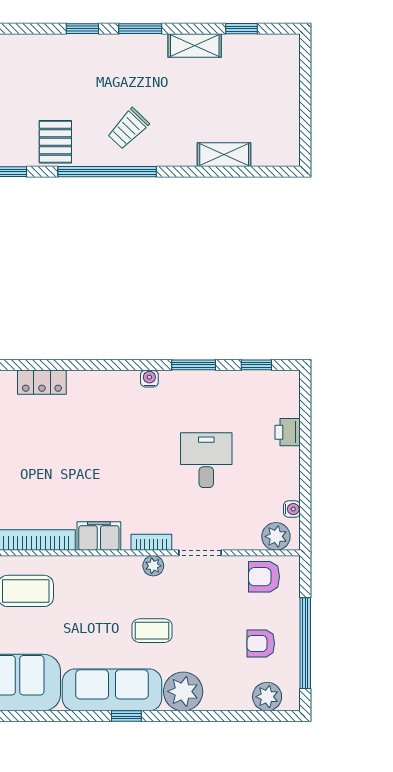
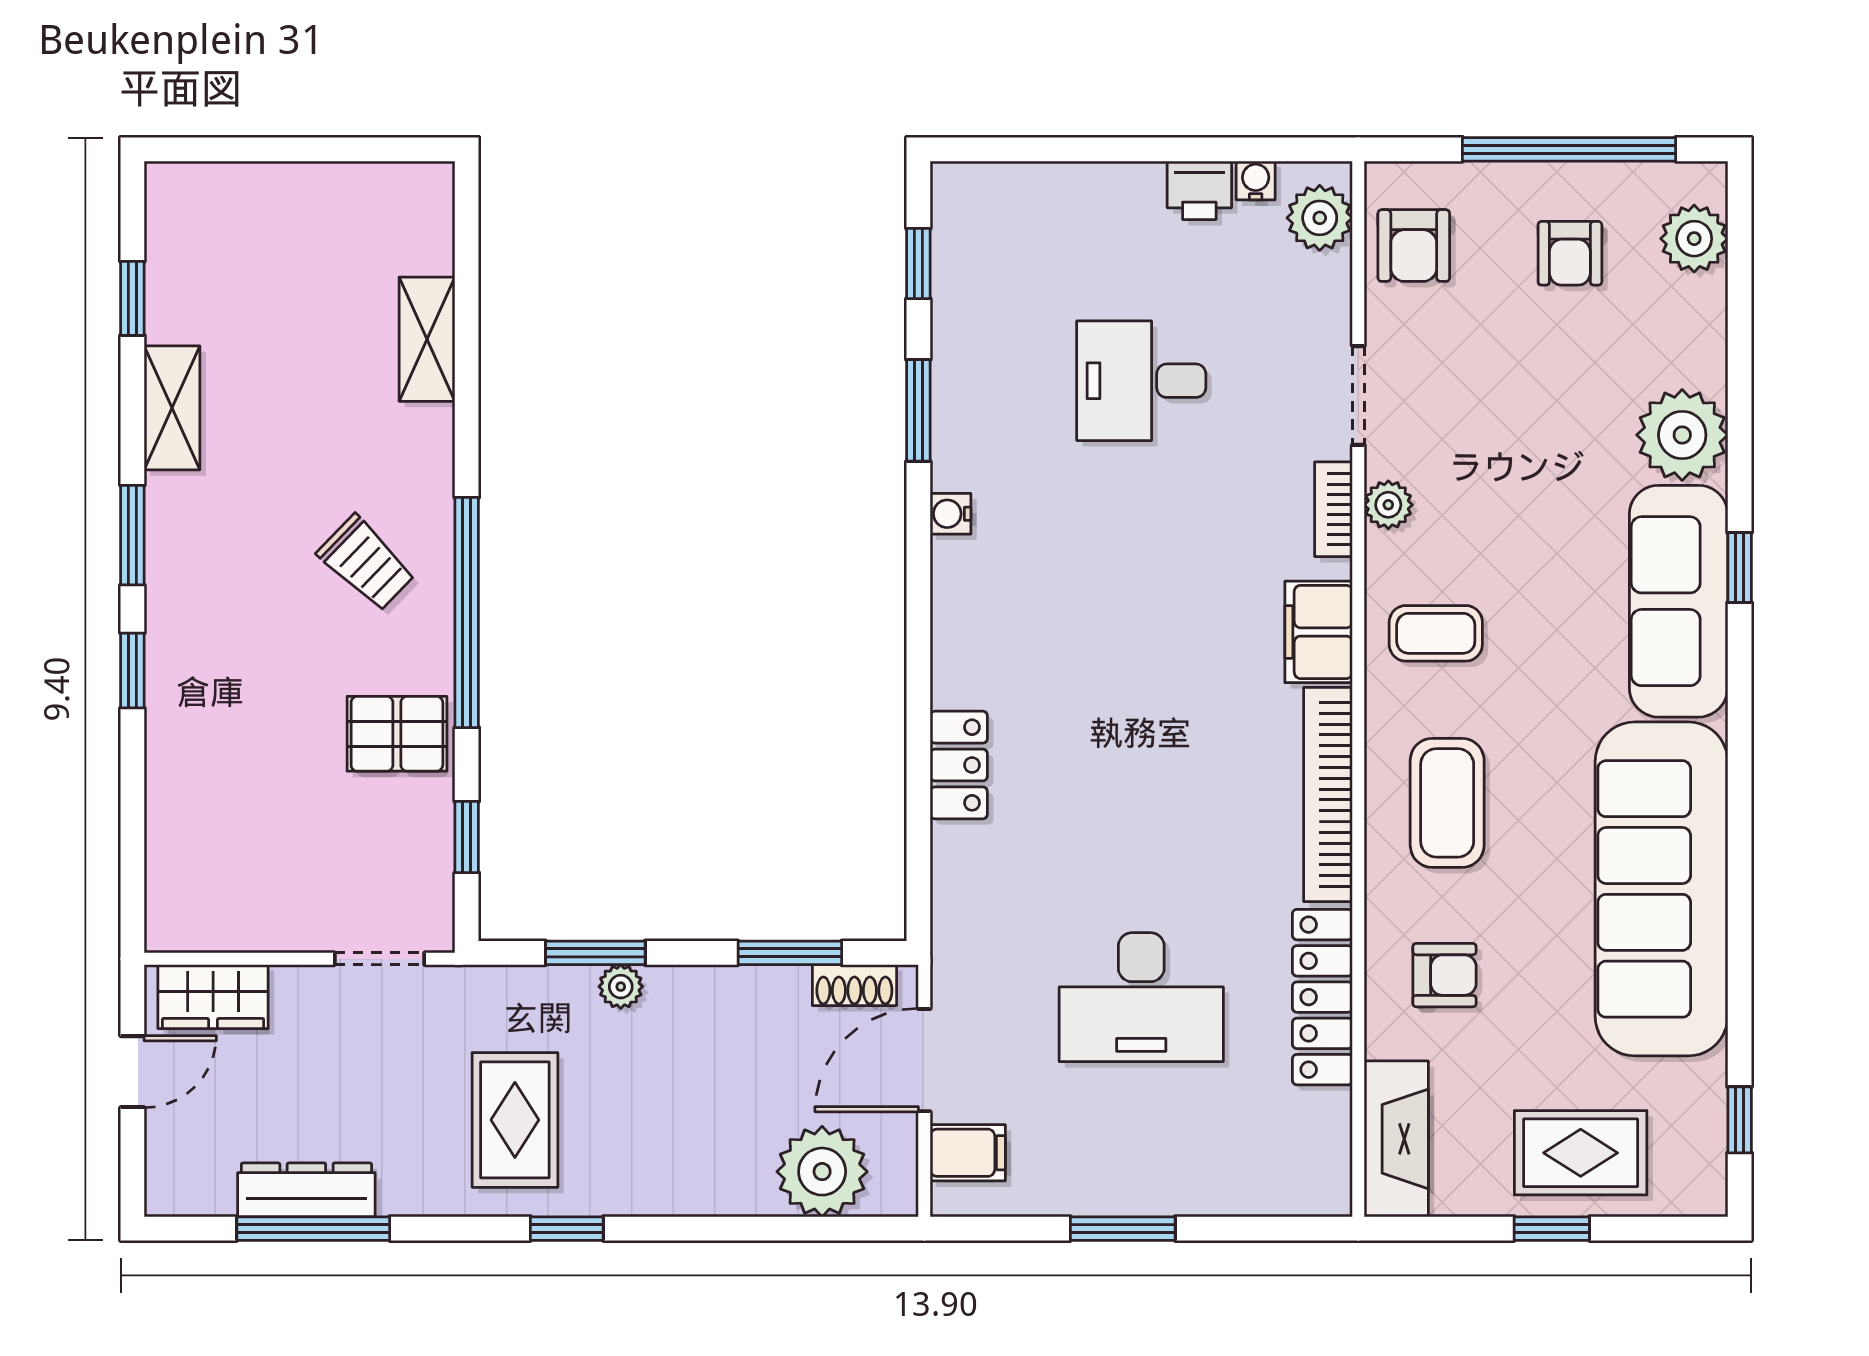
printer: (288, 432) -> (1199, 190), moved
coffee table: (152, 631) -> (1436, 633), moved, turned 90

